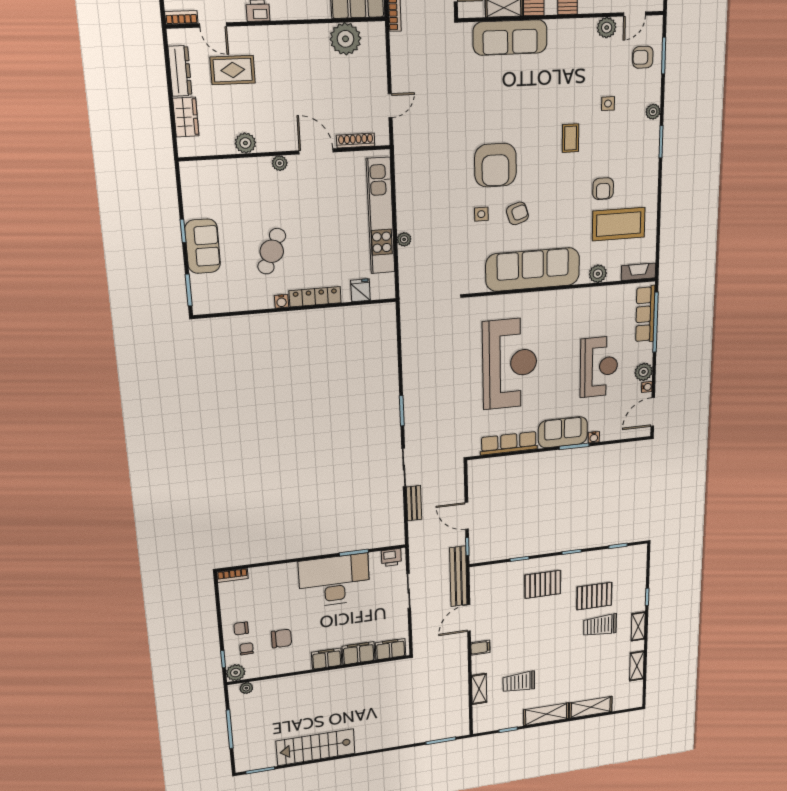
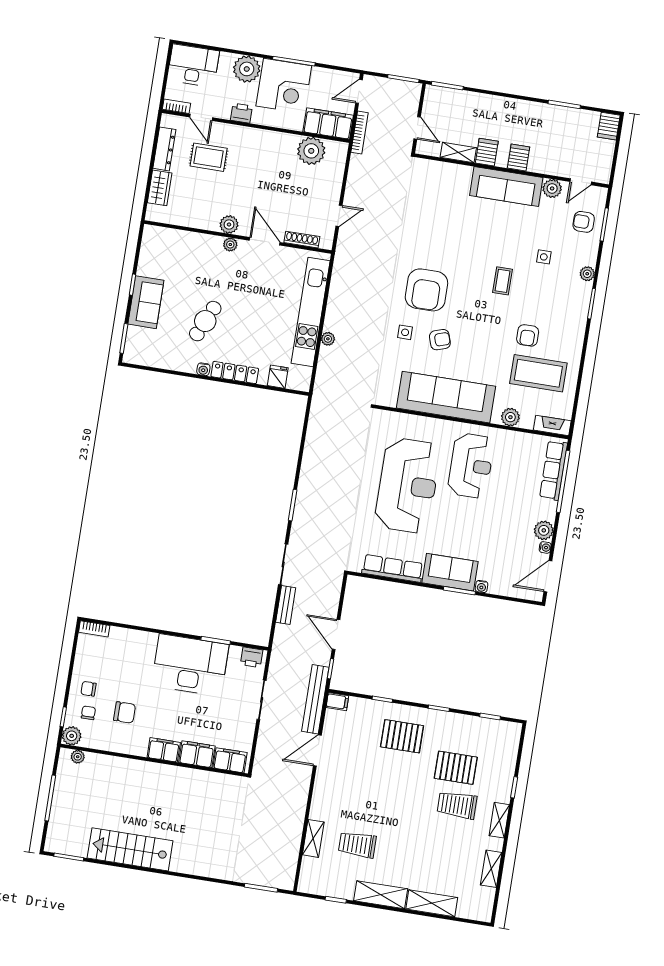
sofa: (510, 37) -> (506, 187), moved
plant: (245, 143) -> (229, 225), moved
reception desk: (599, 367) -> (471, 466), moved
filing cabinet: (480, 648) -> (337, 702), moved

